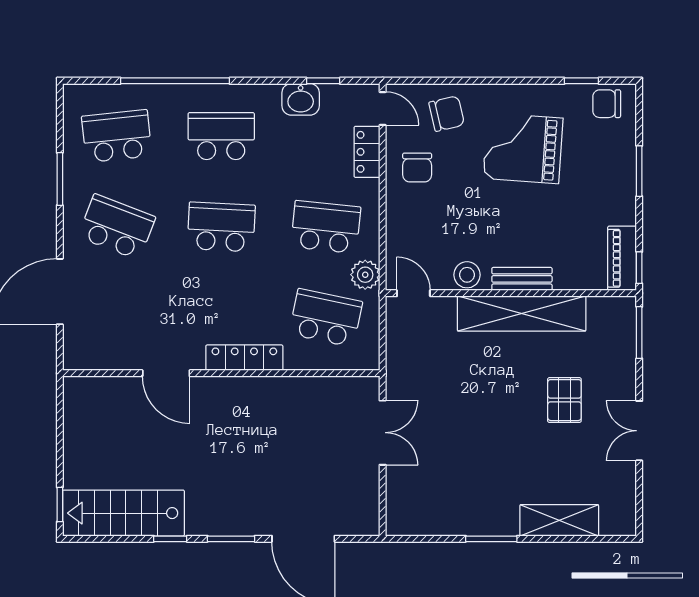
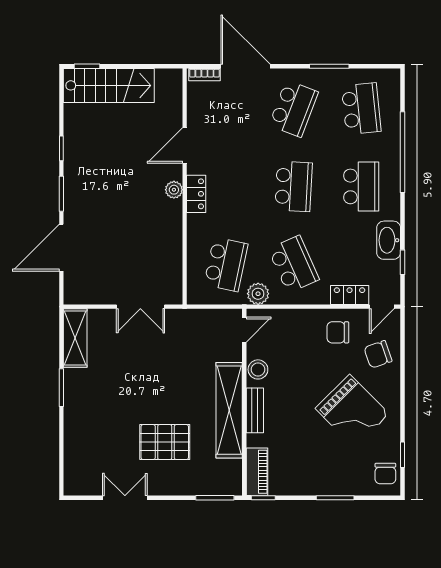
washbasin: (301, 99) -> (389, 240), width x1.38
chair: (607, 104) -> (385, 473), turned 180
chair: (447, 114) -> (378, 354), turned 84
grand piano: (523, 148) -> (352, 411), turned 131
school desk: (326, 227) -> (294, 264), turned -30
piano: (622, 258) -> (257, 472), moved, turned 90
bookcase: (71, 347) -> (204, 75), added
locker: (244, 358) -> (196, 194), width x0.66
plant: (226, 388) -> (174, 190), added
pallet: (564, 400) -> (165, 442), width x1.50, depth x1.42
double door: (639, 431) -> (125, 498), moved
stairs: (123, 513) -> (109, 85), moved, turned 90
shelving: (559, 520) -> (75, 338), moved

